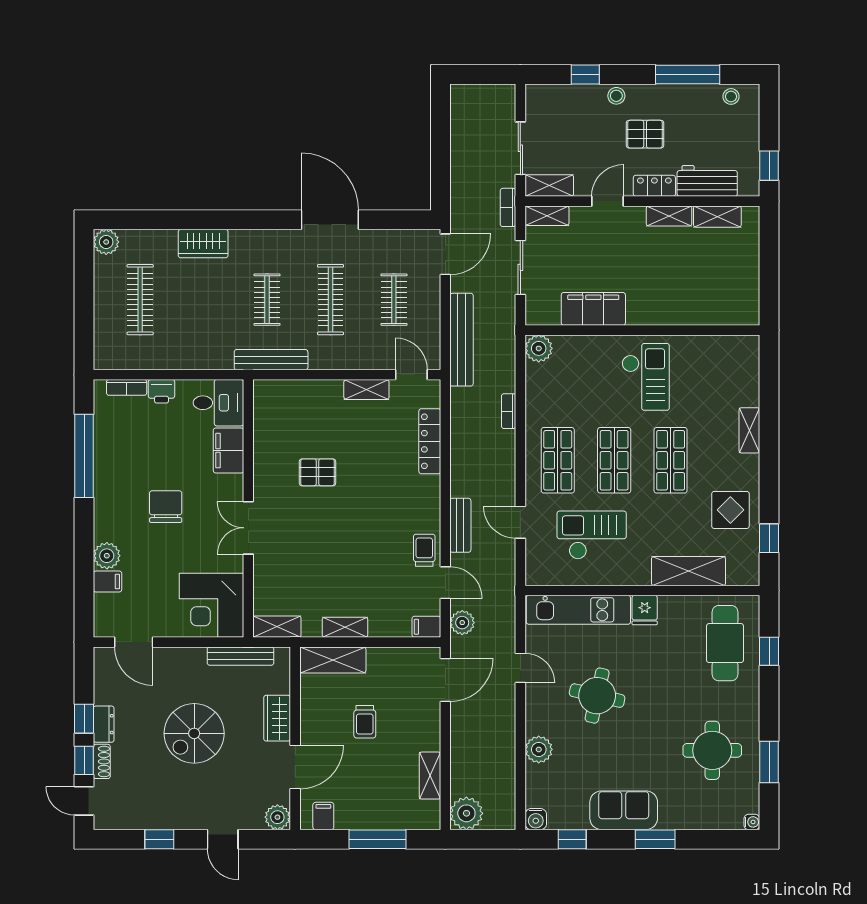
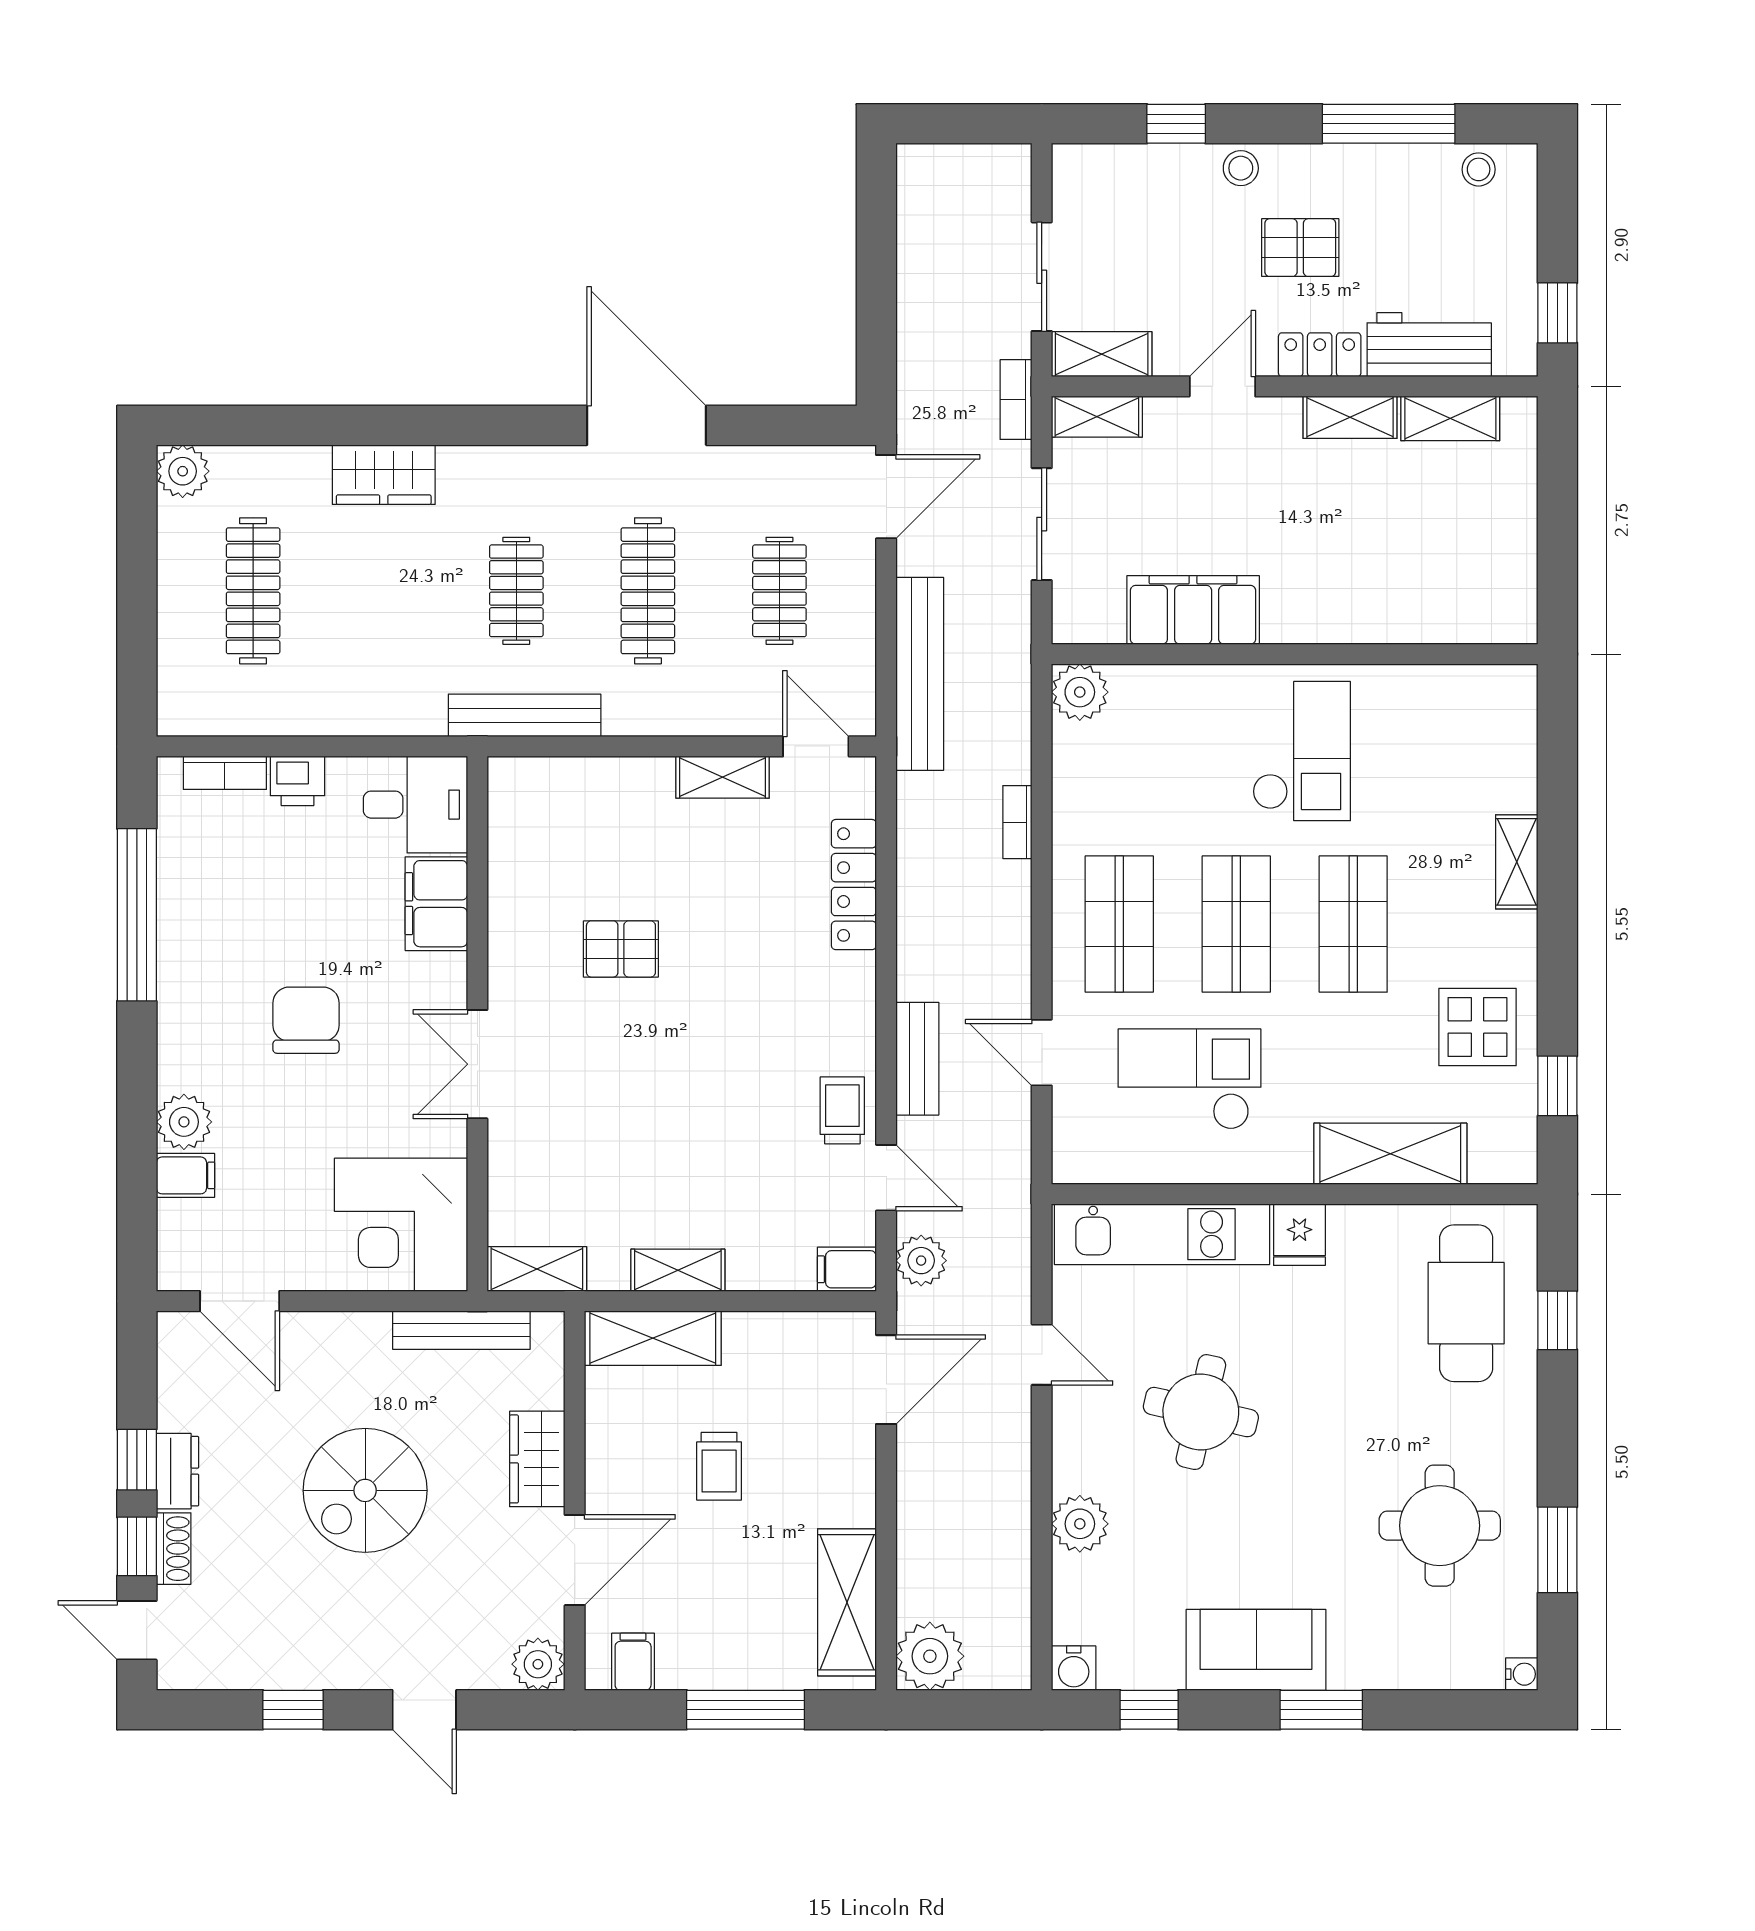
shelving: (430, 776) -> (847, 1602), width x1.50, depth x1.33

